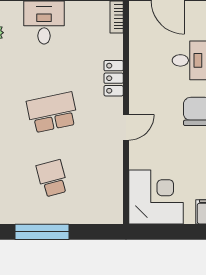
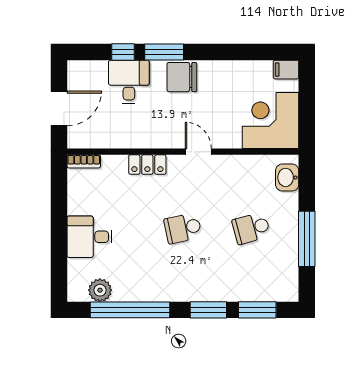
school desk: (52, 112) -> (183, 228), width x0.54
washbasin: (101, 213) -> (287, 177), added

